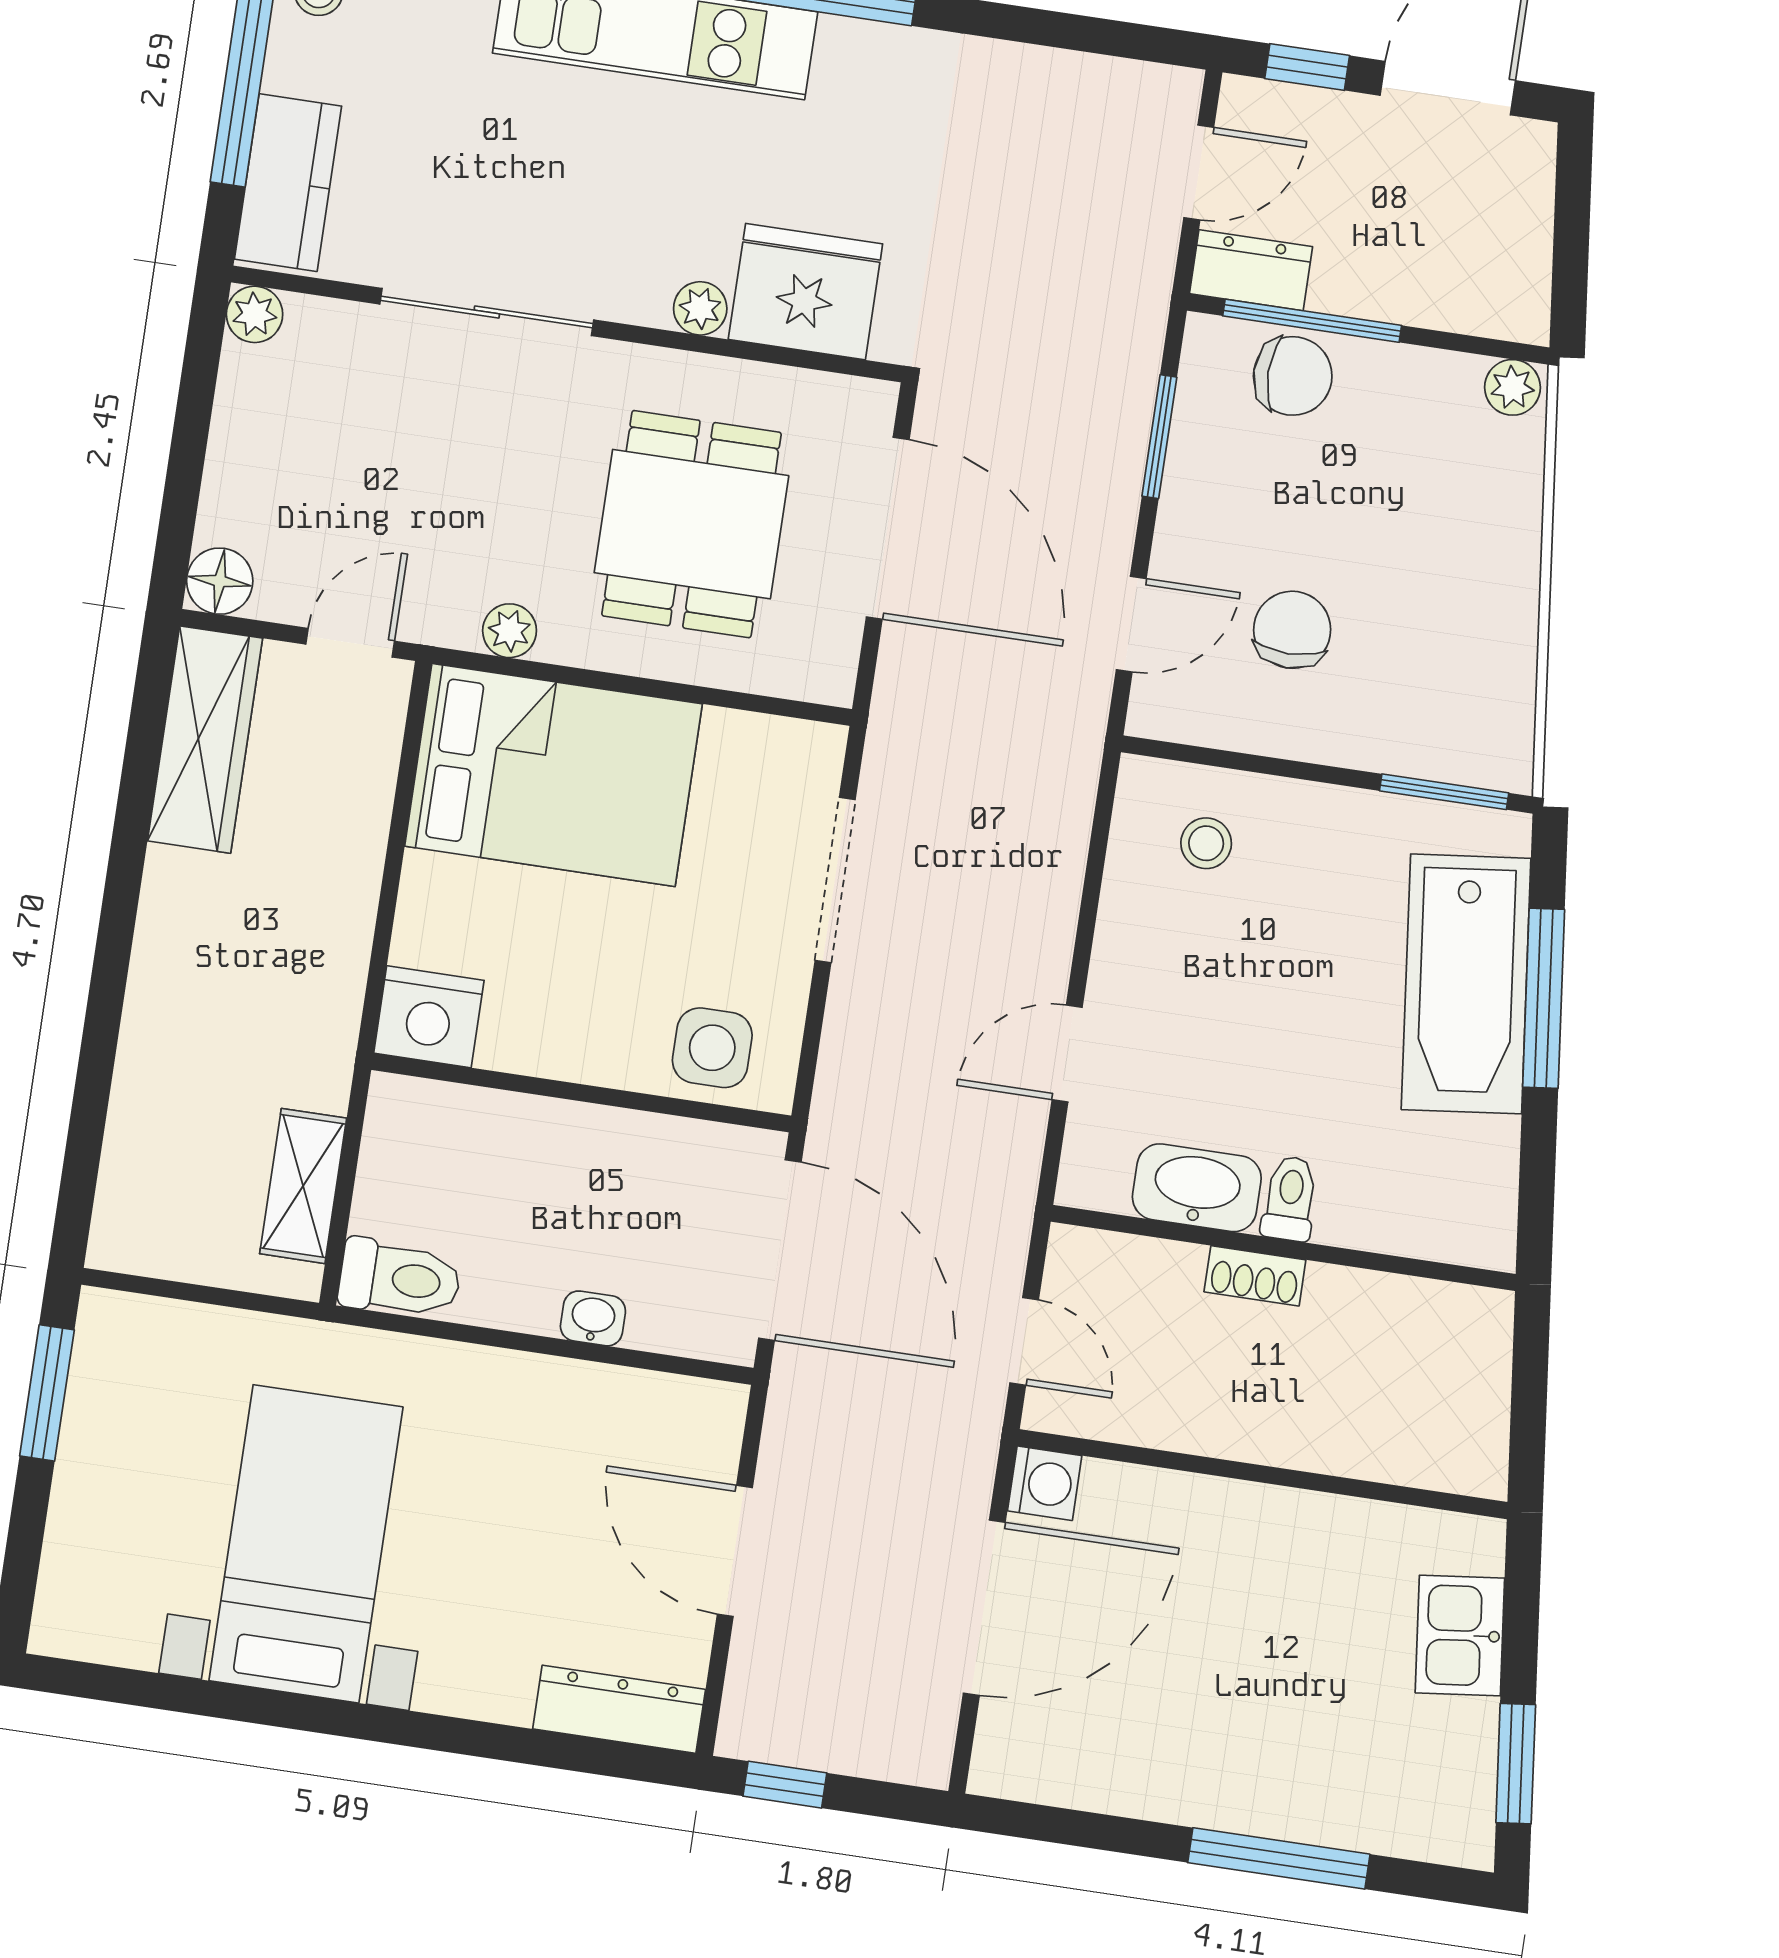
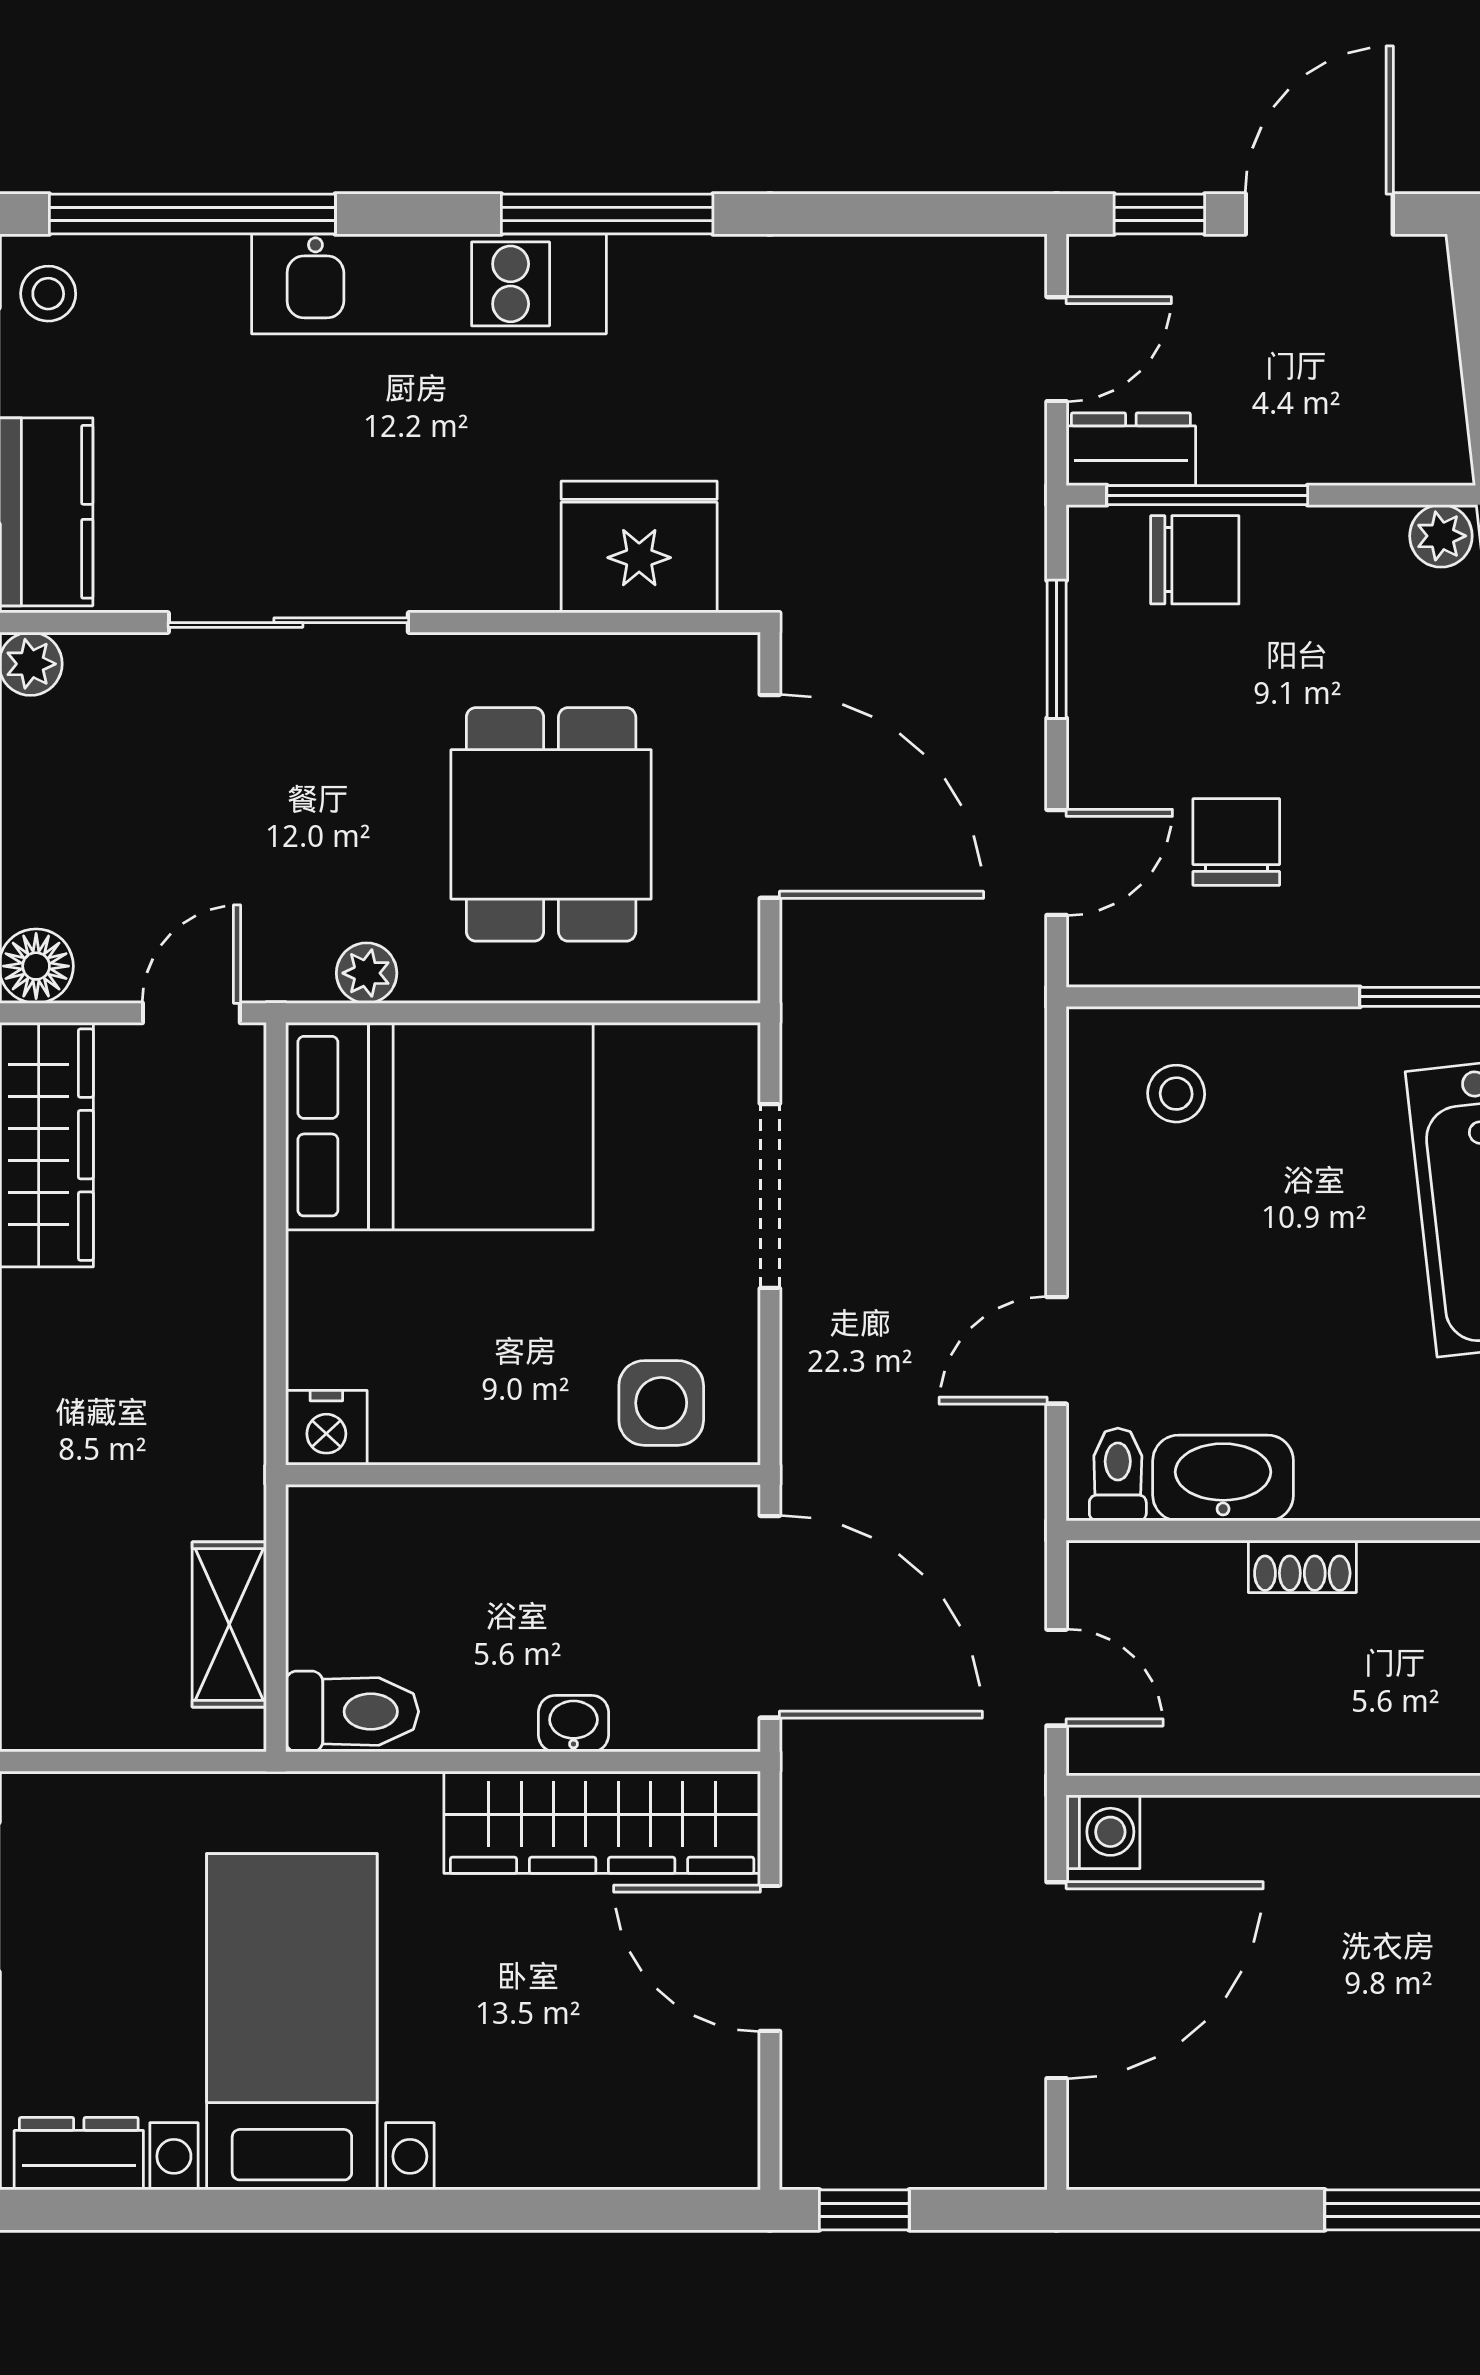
plant: (700, 308) -> (525, 583), removed
nightstand: (429, 1017) -> (326, 1428), width x0.74, depth x0.75
toilet: (1290, 1198) -> (1118, 1474), moved
wardrobe: (605, 1409) -> (602, 1822), added
dresser: (619, 1709) -> (79, 2154), moved, width x0.70

